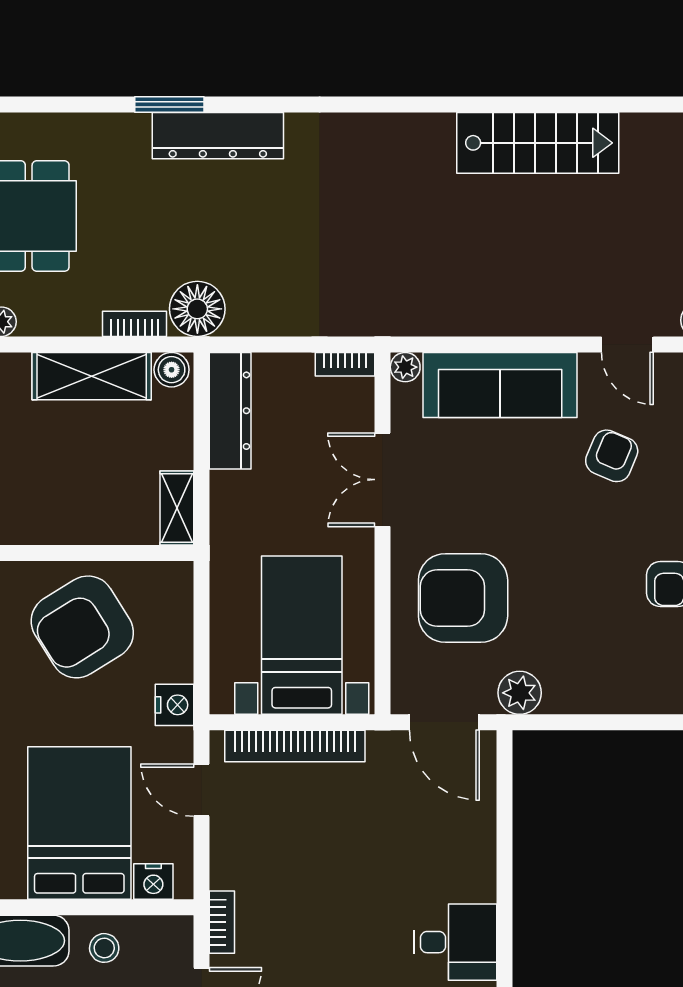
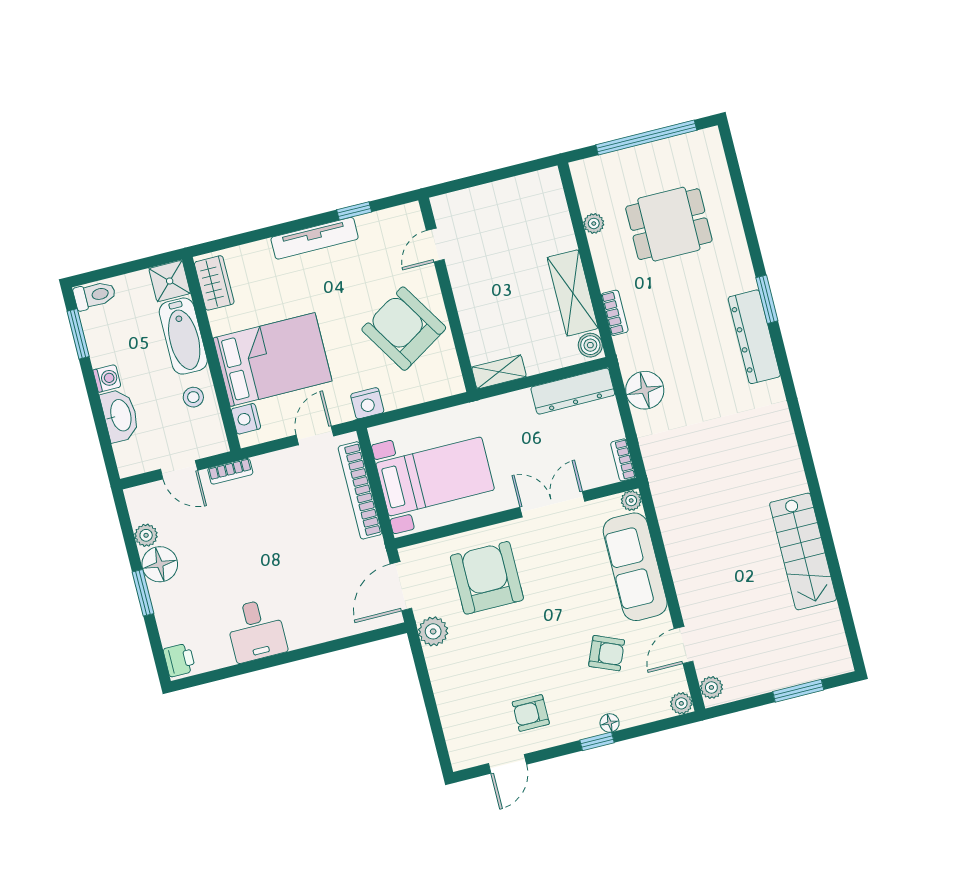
floor lamp: (197, 309) -> (645, 390), moved

